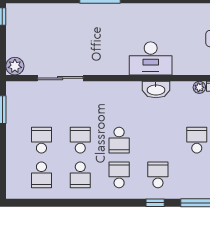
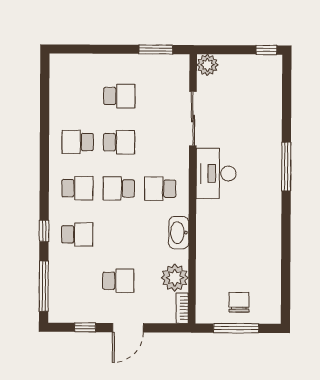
desk: (151, 58) -> (216, 173), moved
plant: (199, 87) -> (175, 278), width x1.88, depth x1.88
school desk: (41, 175) -> (160, 189), moved

